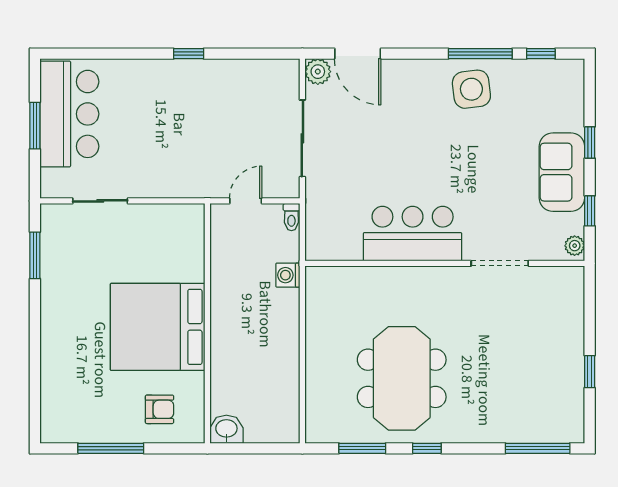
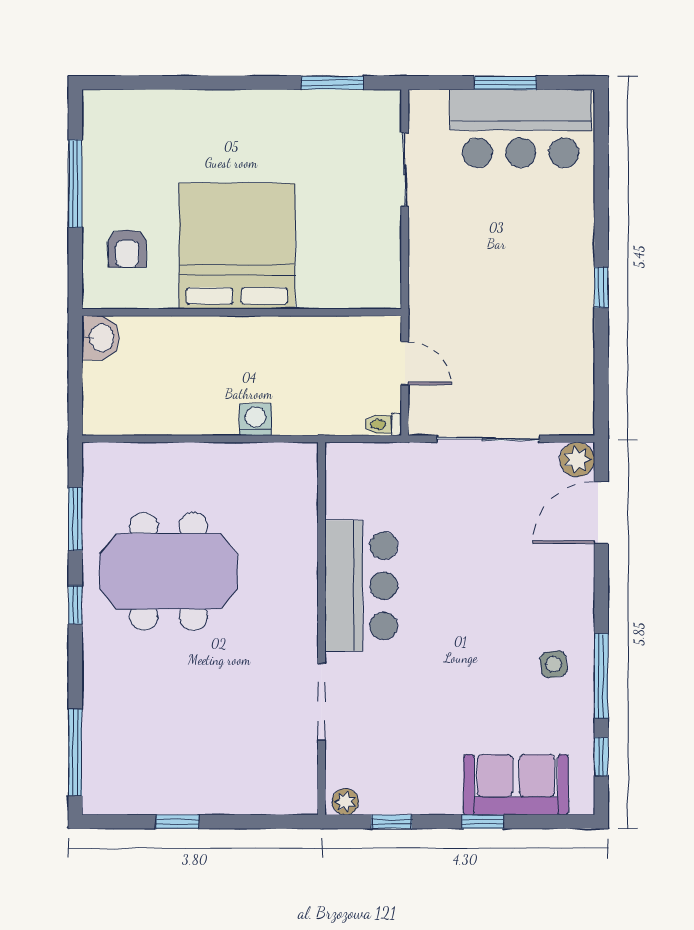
side table: (471, 89) -> (554, 664), width x0.54, depth x0.54
sofa: (562, 172) -> (516, 785), moved
washing machine: (288, 275) -> (255, 420), moved

